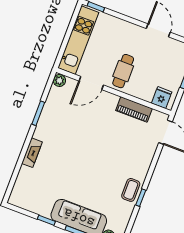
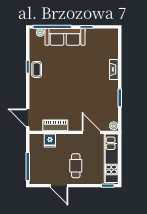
cafe table: (123, 71) -> (76, 166), moved
door: (91, 83) -> (91, 132), hinge flipped
fridge: (162, 98) -> (50, 141), moved

